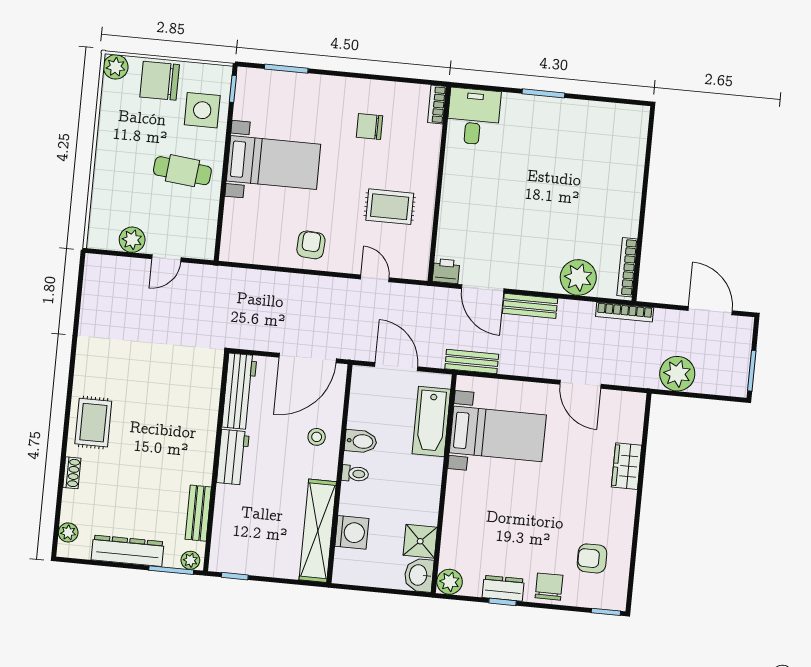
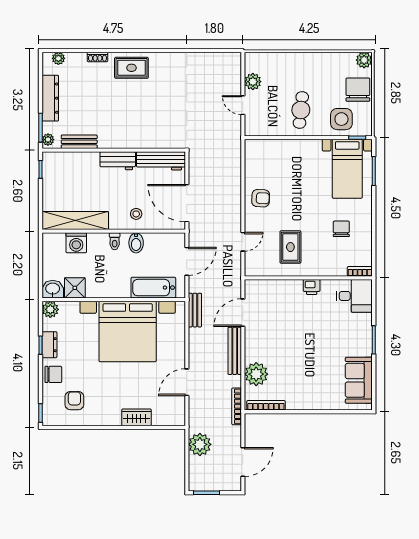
sofa: (603, 122) -> (359, 380), added
bed with nightstands: (274, 163) -> (347, 169), moved
printer: (446, 271) -> (312, 287), moved, turned 90
bench: (530, 306) -> (235, 351), width x1.36
bed with nightstands: (498, 434) -> (128, 332), width x1.85

